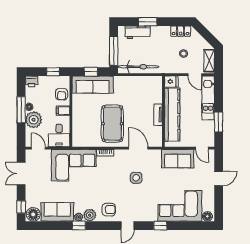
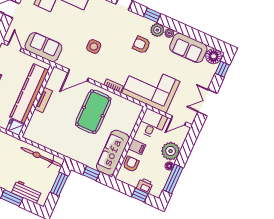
window: (114, 51) -> (59, 184), width x0.69
window: (53, 72) -> (140, 195), moved
printer: (31, 81) -> (145, 186), moved
sofa: (93, 85) -> (113, 153), moved, turned -90
window: (21, 110) -> (173, 179), moved
door: (38, 148) -> (179, 120), hinge flipped
door: (138, 148) -> (78, 75), hinge flipped
double door: (21, 174) -> (207, 103), swing flipped
armchair: (109, 210) -> (141, 45), moved
window: (79, 226) -> (152, 15), moved

